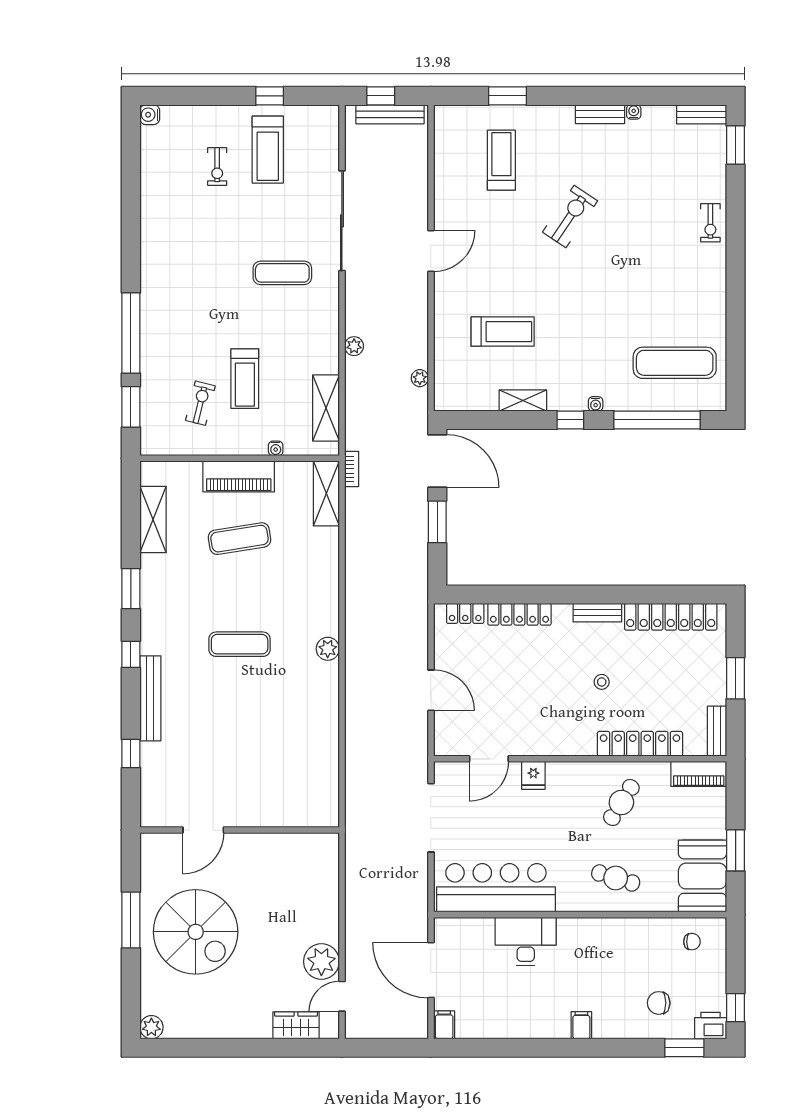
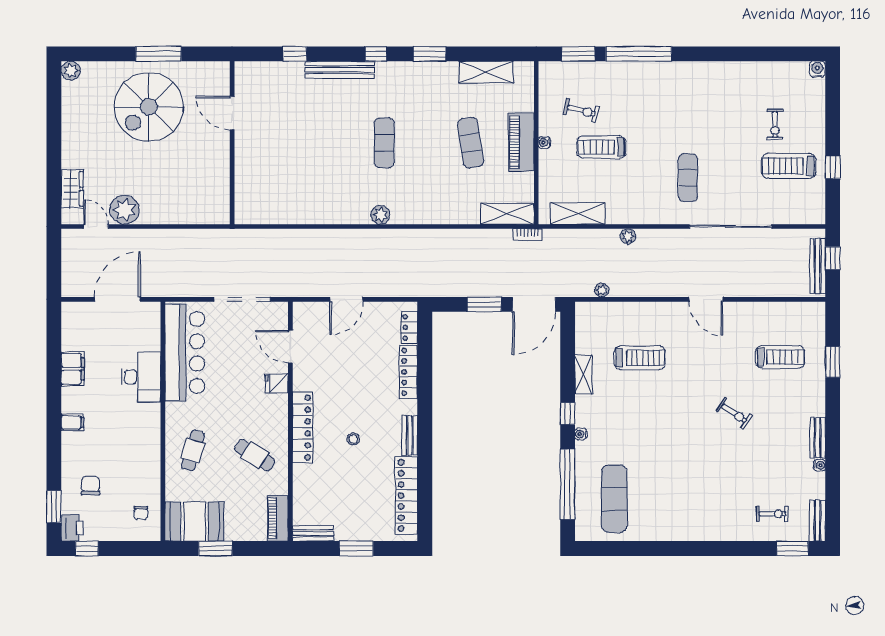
exercise bike: (217, 167) -> (775, 124), turned -90
exercise bike: (570, 216) -> (734, 413), width x0.73, depth x0.72
exercise bike: (710, 223) -> (772, 514), moved, turned 180
treadmill: (503, 332) -> (640, 358), turned -90
water cooler: (276, 448) -> (544, 143), moved
locker: (640, 744) -> (303, 427), moved
filing cabinet: (444, 1025) -> (73, 369), moved, width x2.00

